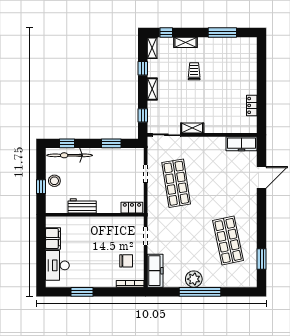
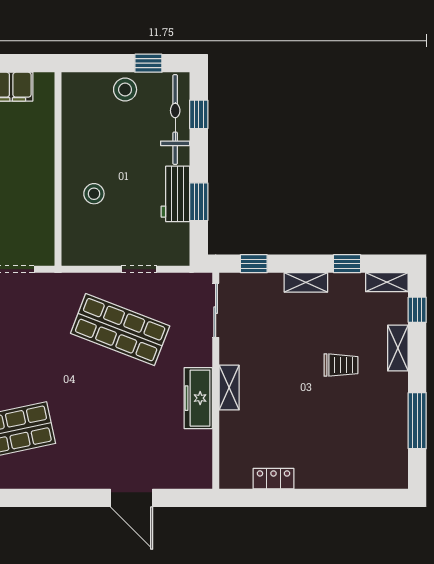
shelving: (192, 128) -> (229, 388), moved
freezer: (242, 144) -> (198, 398), moved
shop shelf: (176, 183) -> (120, 330), turned 30
window: (41, 187) -> (148, 63), moved
stool: (107, 197) -> (94, 194), added
workbench: (82, 206) -> (175, 194), moved, turned 180
locker: (132, 208) -> (72, 242), removed

